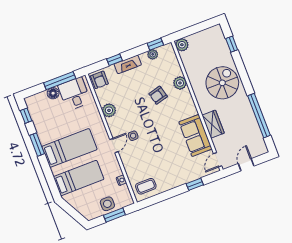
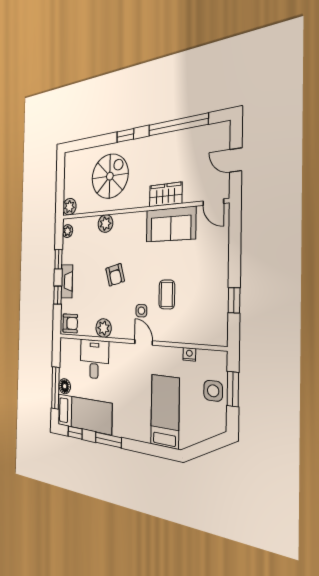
window: (155, 44) -> (58, 259), moved
window: (232, 44) -> (125, 135), moved
plant: (153, 54) -> (68, 231), moved
window: (60, 81) -> (55, 388), moved
spiral stairs: (222, 83) -> (110, 176), moved, turned 90
desk: (74, 94) -> (94, 359), moved, turned 90
armchair: (158, 95) -> (115, 275), moved
bed: (69, 148) -> (84, 414), moved, turned 90
window: (195, 184) -> (234, 300), moved
coffee table: (146, 186) -> (167, 294), moved

